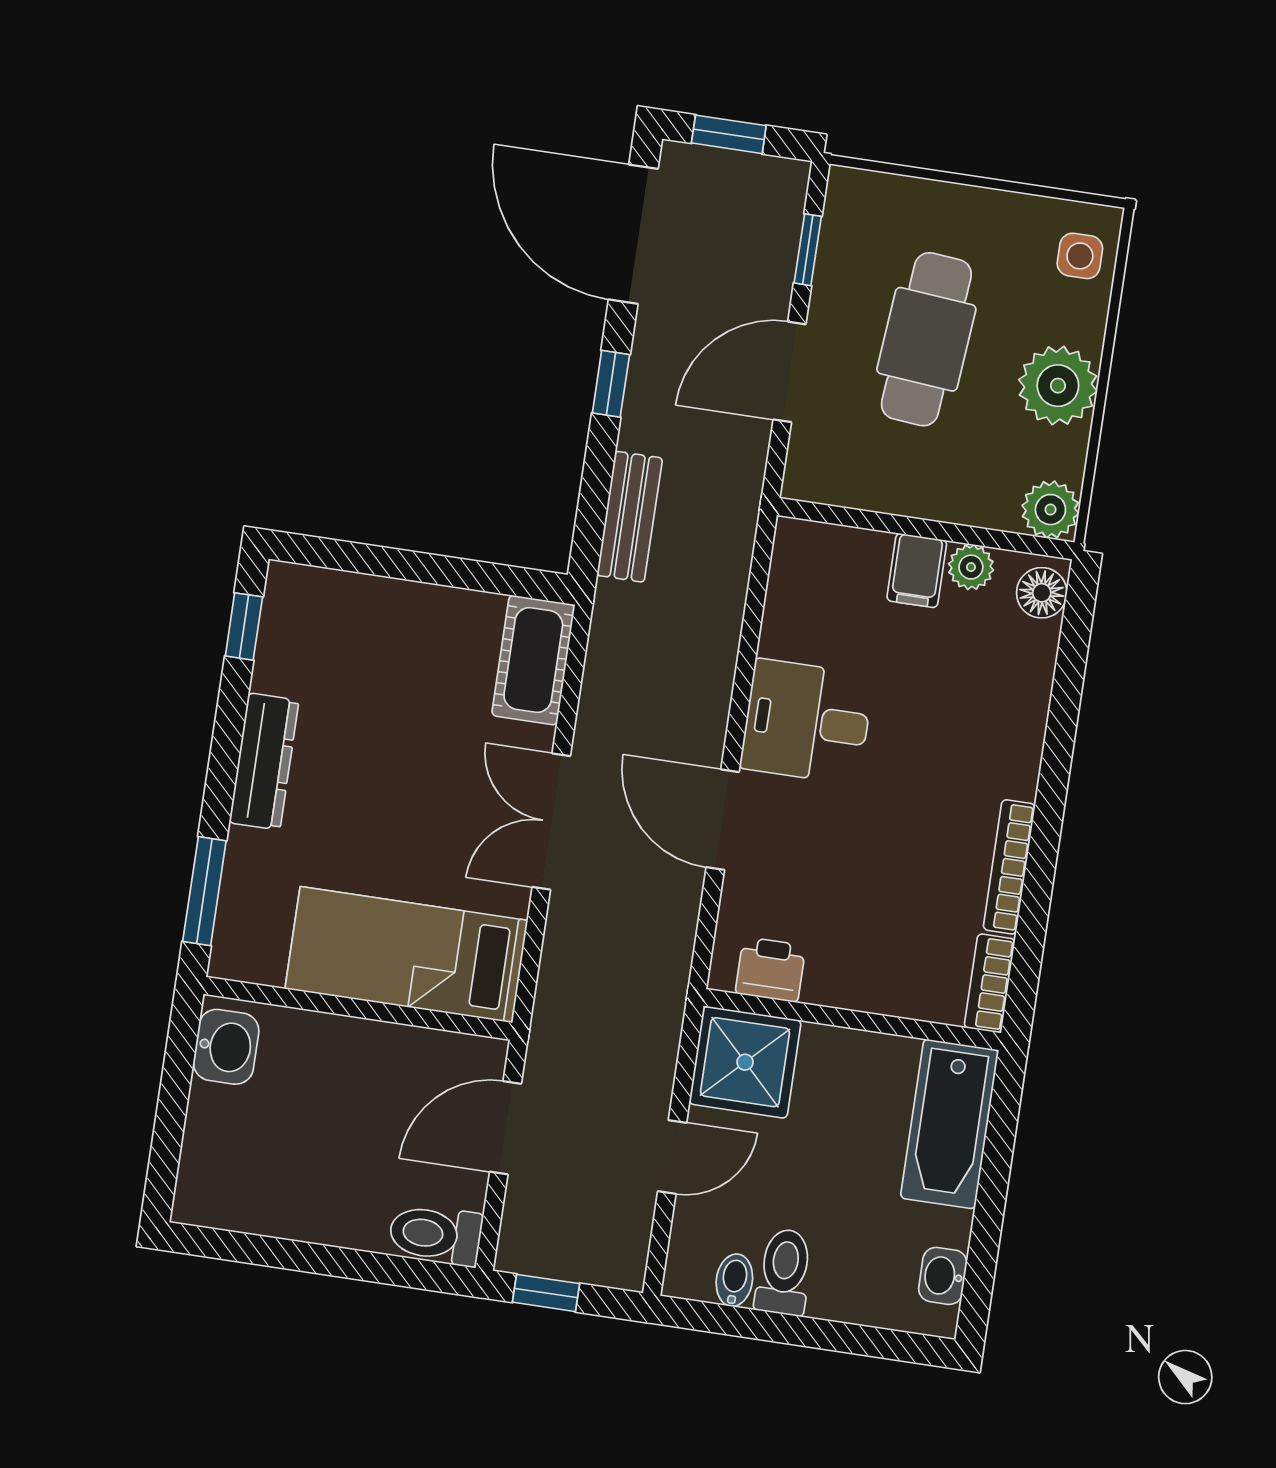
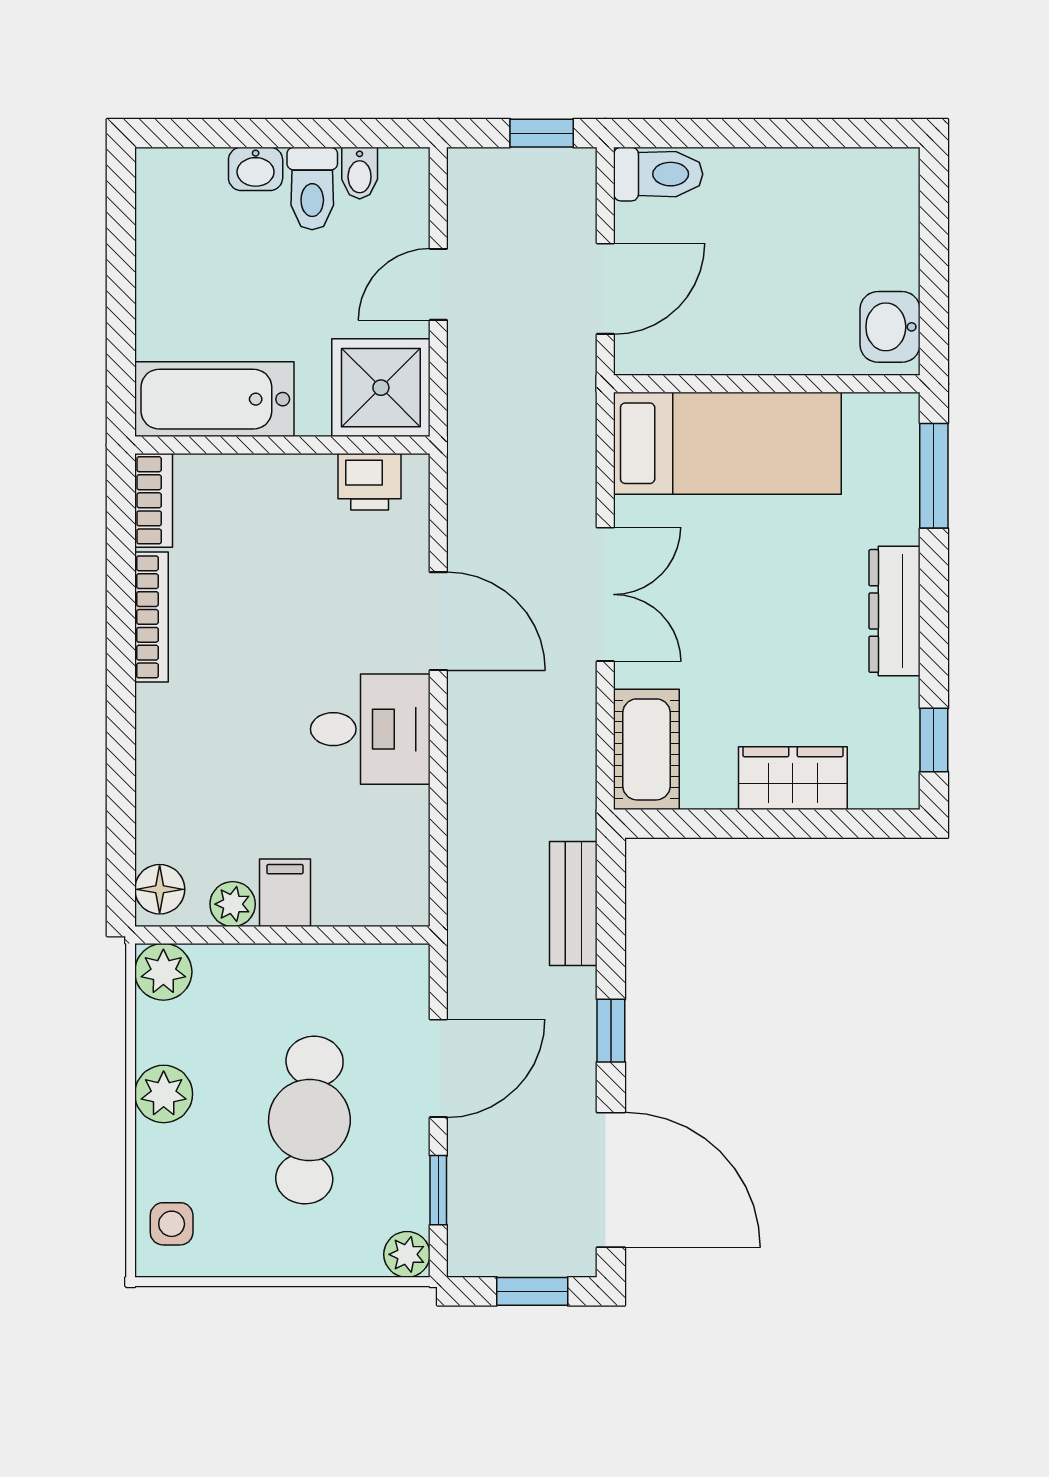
plant: (849, 190) -> (407, 1254), added
plant: (1058, 386) -> (164, 1094), width x0.73, depth x0.73
wardrobe: (391, 609) -> (793, 778), added
bathtub: (949, 1124) -> (214, 399), moved, turned -90
washbasin: (943, 1276) -> (256, 169), moved, turned 90

